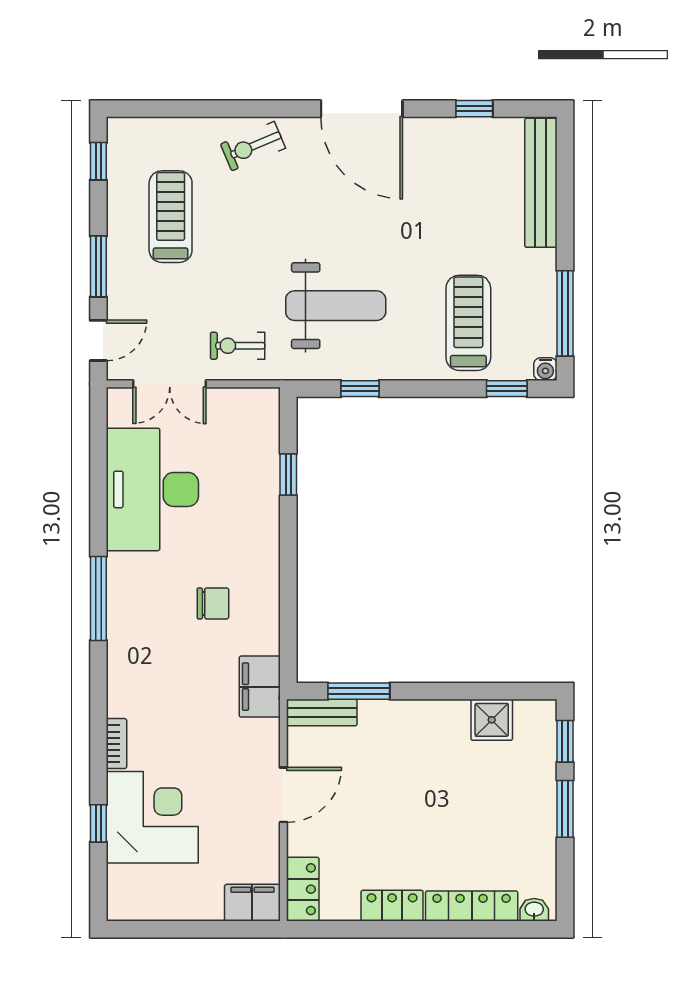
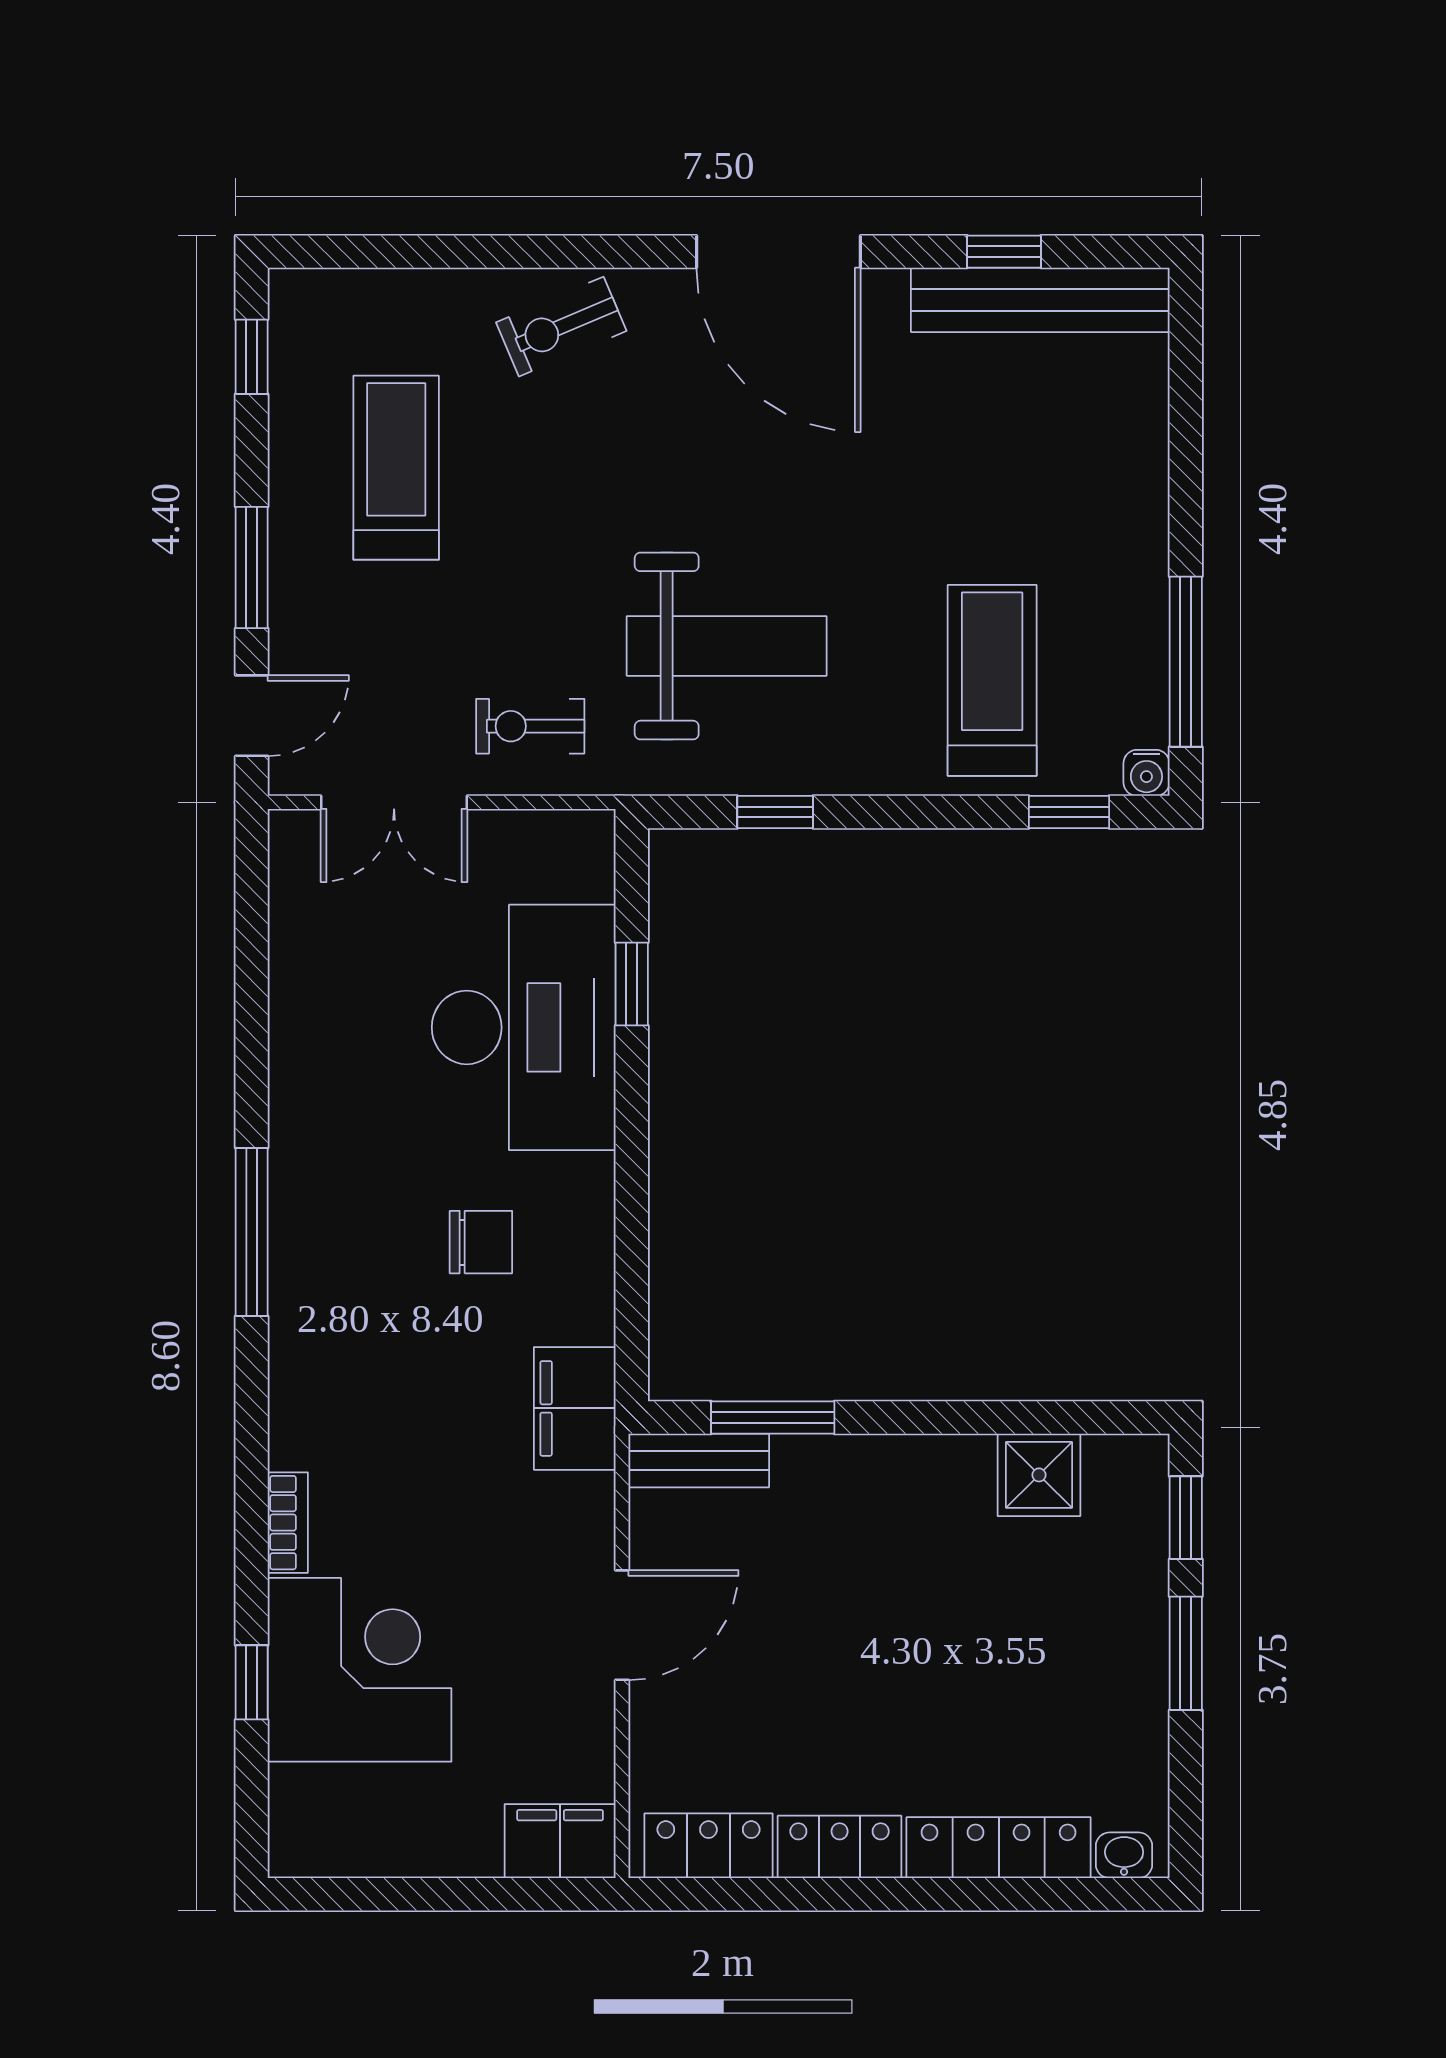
bench: (541, 183) -> (1040, 300), moved, turned 90
desk: (152, 489) -> (524, 1027), moved, turned 180
locker: (303, 889) -> (708, 1846), moved, turned -90

